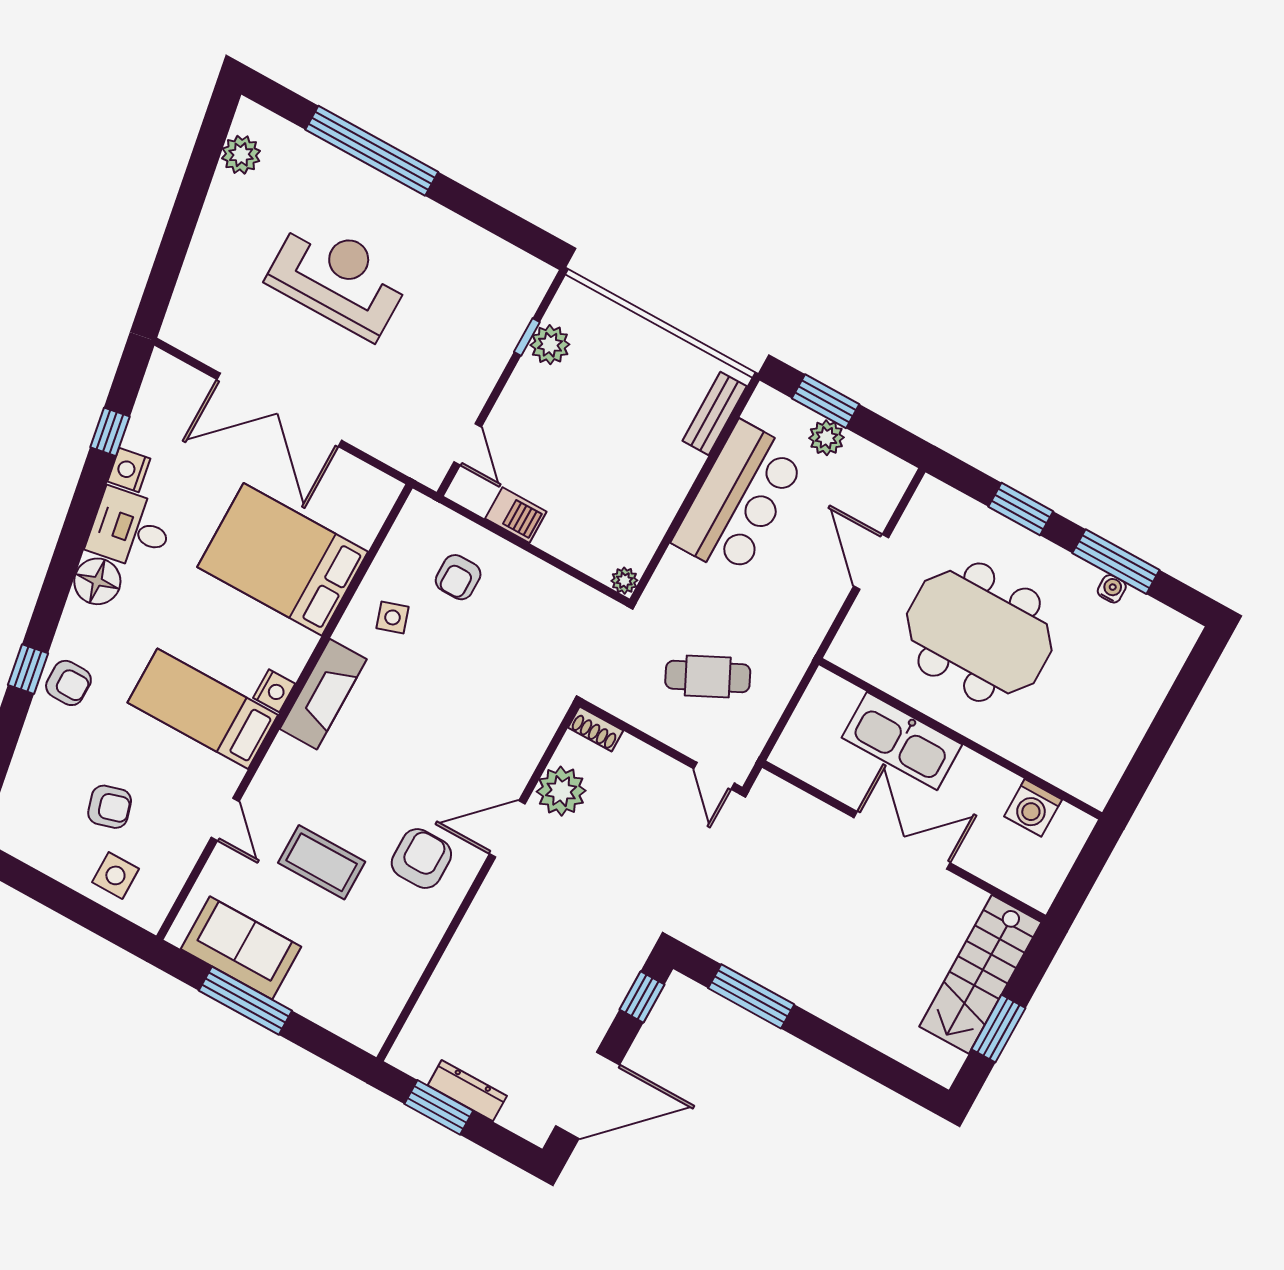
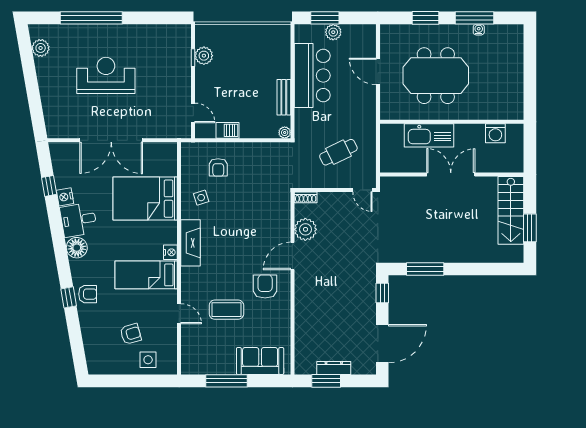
bench: (715, 414) -> (284, 97), moved
sofa: (241, 948) -> (260, 361), moved

